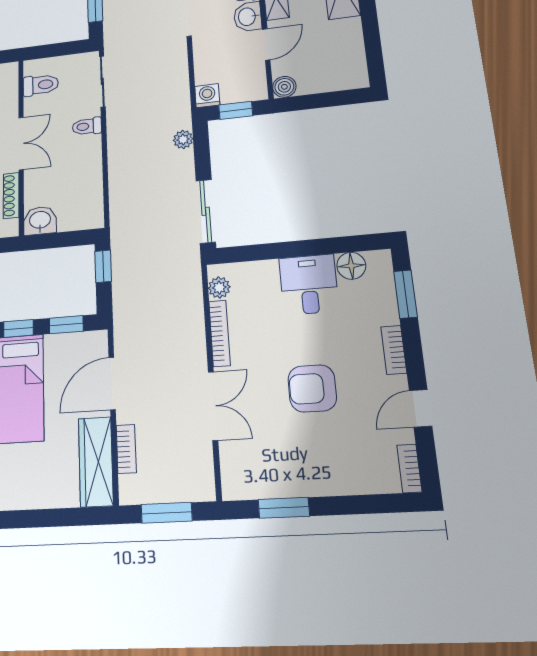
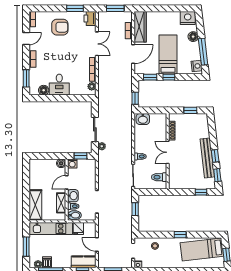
washing machine: (207, 96) -> (72, 164), moved
sliding door: (206, 211) -> (95, 129), moved
washbasin: (40, 221) -> (143, 119), moved
armchair: (312, 388) -> (60, 27), moved
double door: (213, 406) -> (97, 44), swing flipped
printer: (238, 479) -> (90, 18), added

